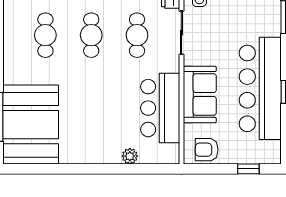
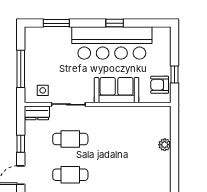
bar counter: (160, 108) -> (127, 121), removed
armchair: (207, 150) -> (160, 85), turned 90
window: (248, 169) -> (175, 74), moved

